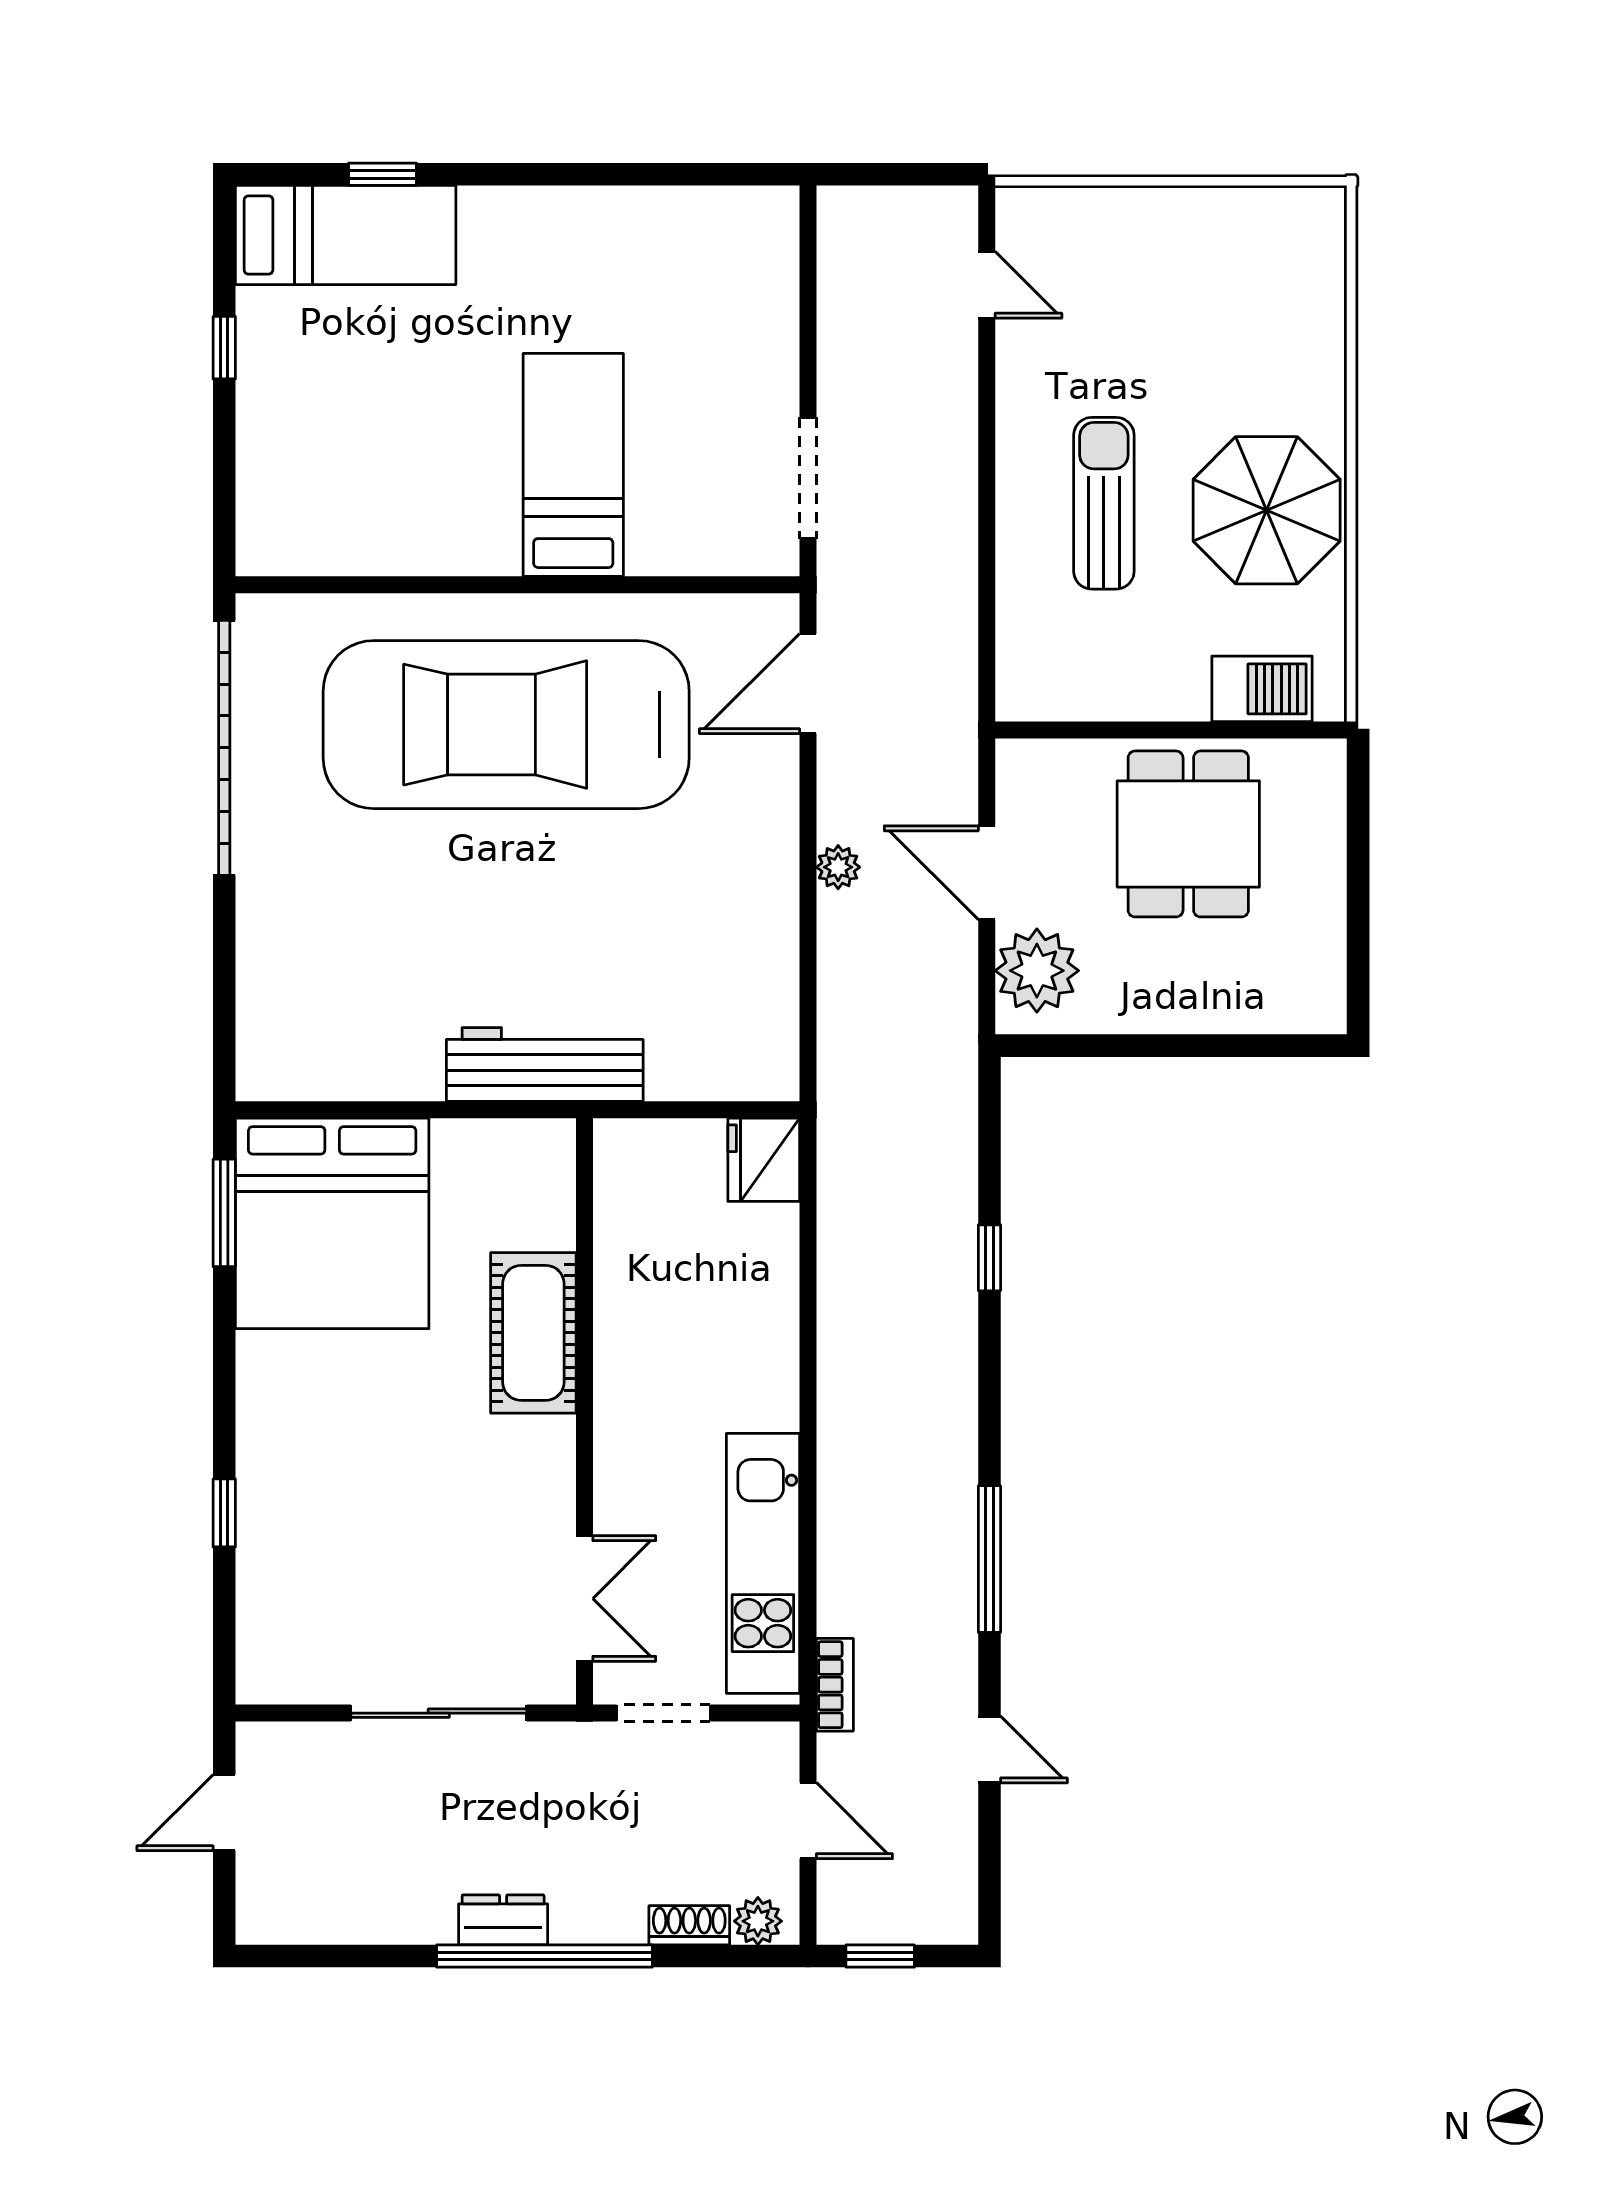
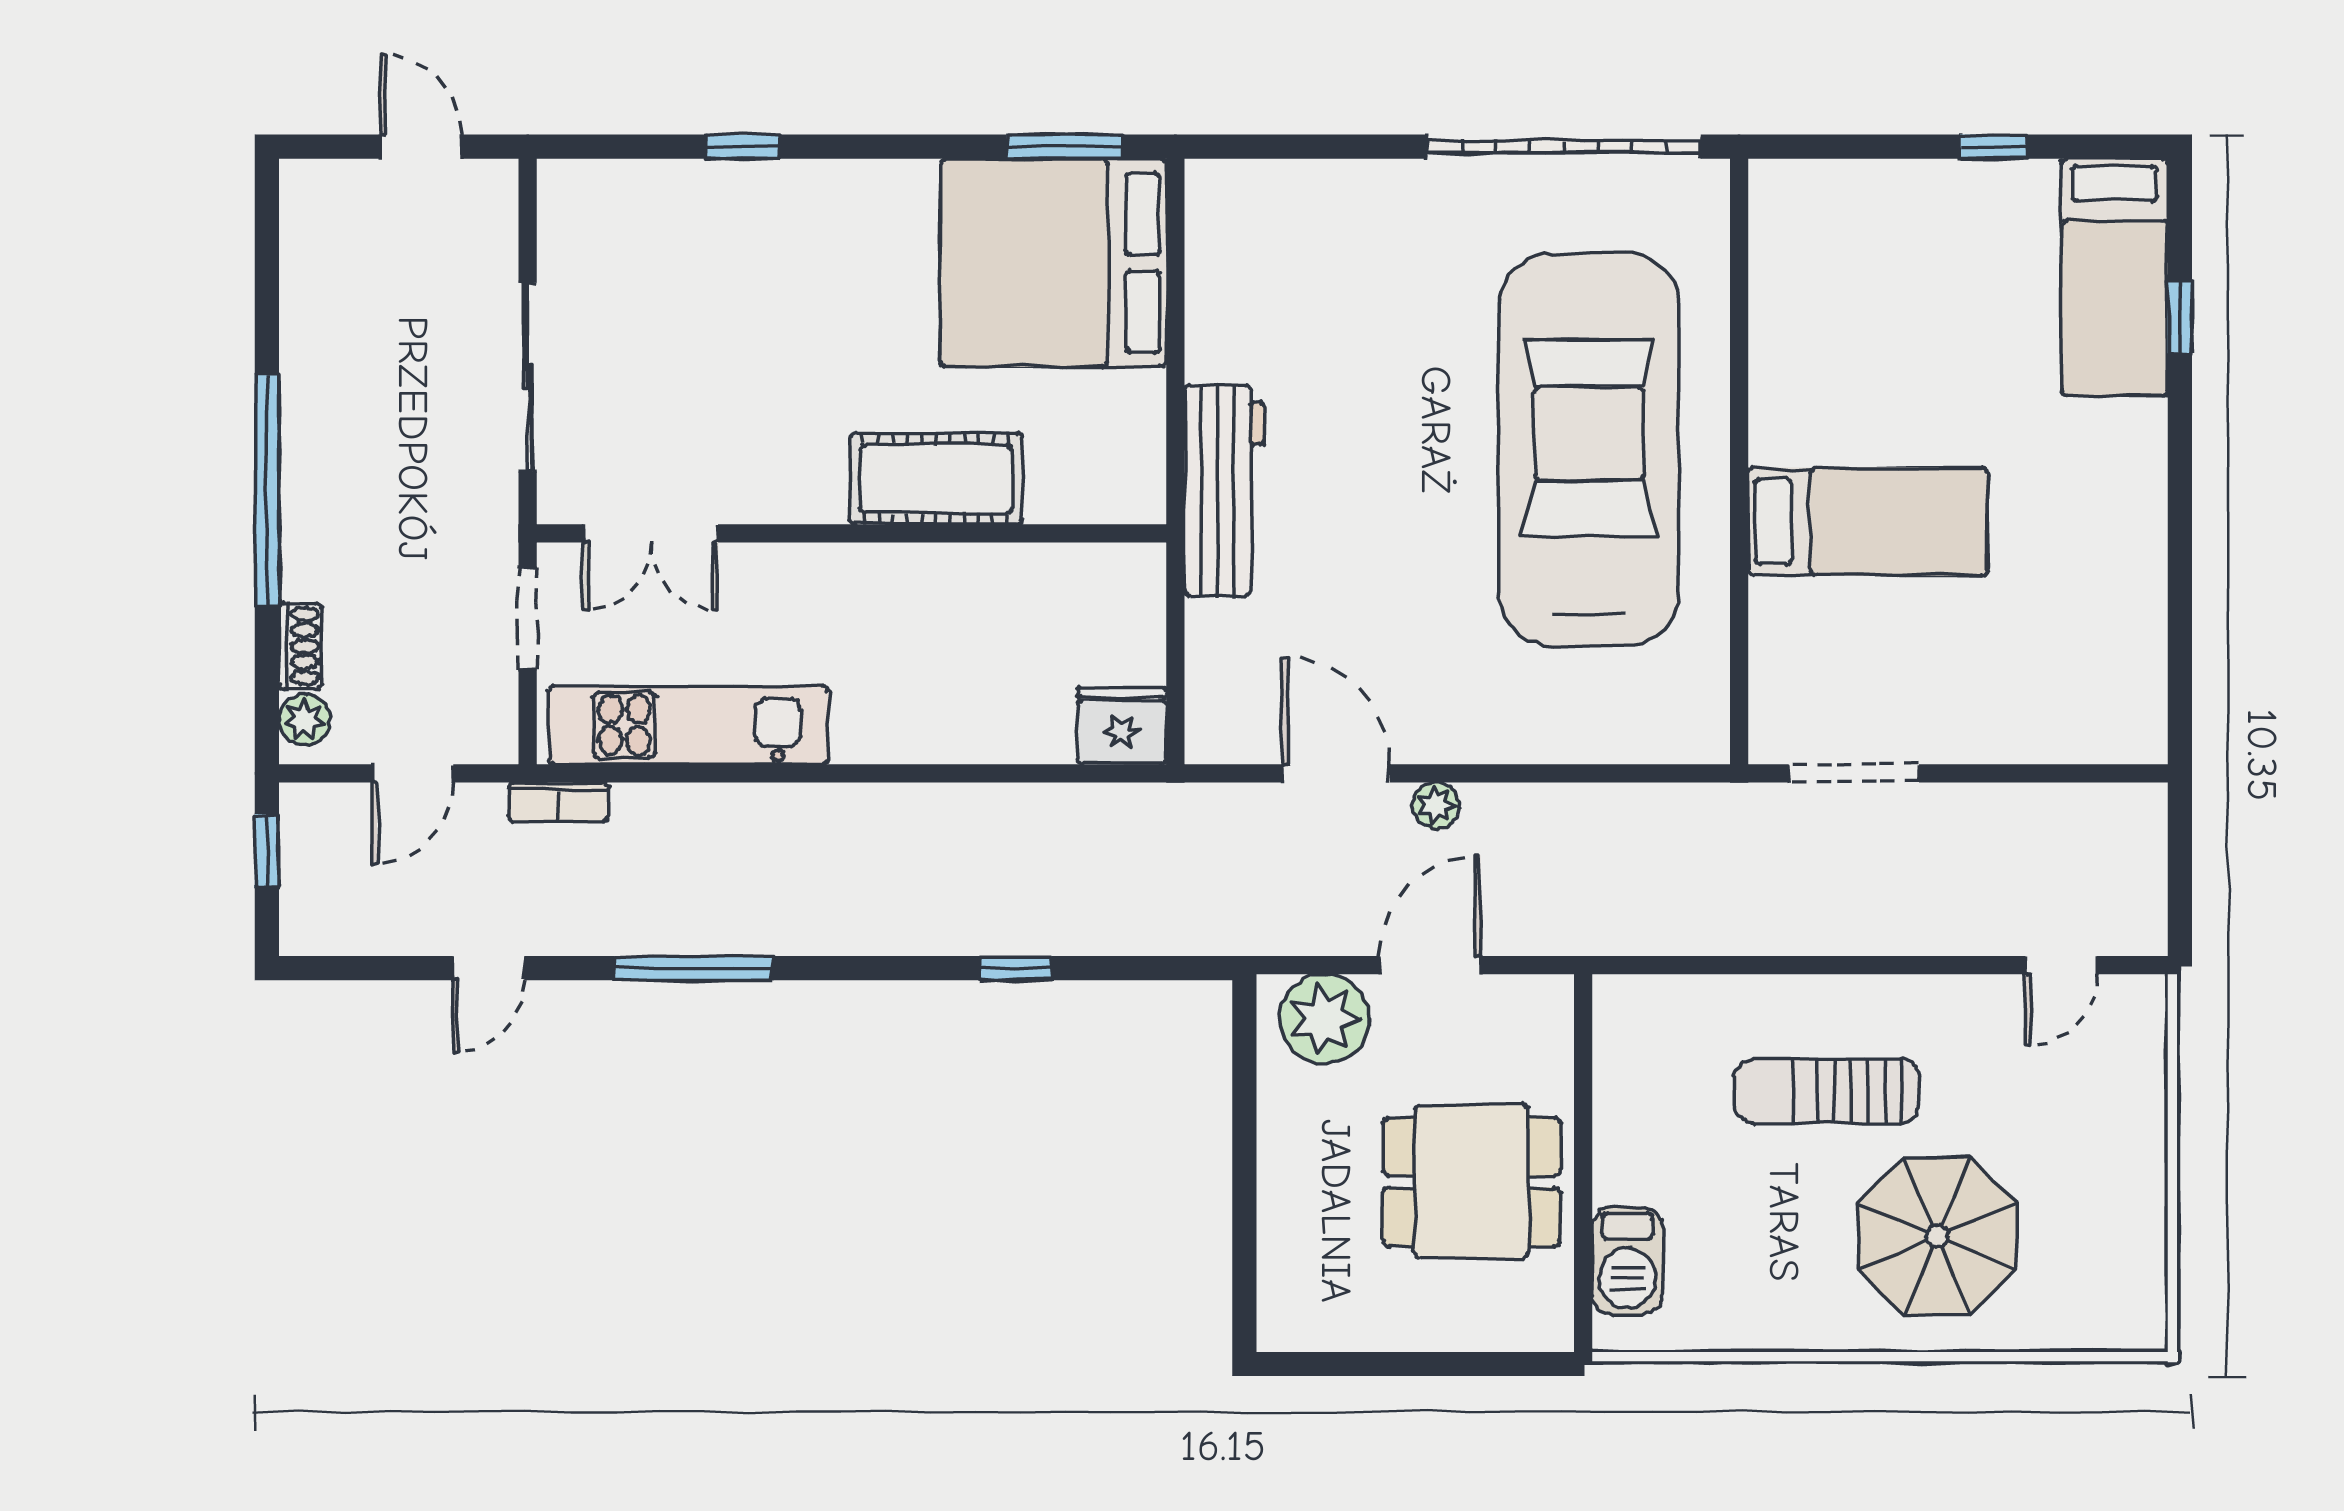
sun lounger: (1104, 503) -> (1827, 1091), turned 180
parasol: (1267, 510) -> (1937, 1236), moved
door: (808, 684) -> (1336, 773), moved
dresser: (503, 1920) -> (306, 446), removed

